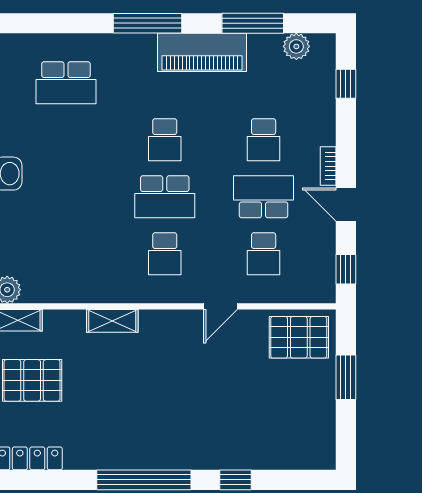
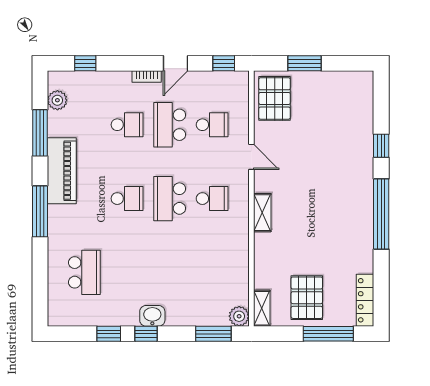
school desk: (165, 197) -> (170, 199), turned 180
shelving: (112, 321) -> (262, 213), moved

